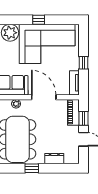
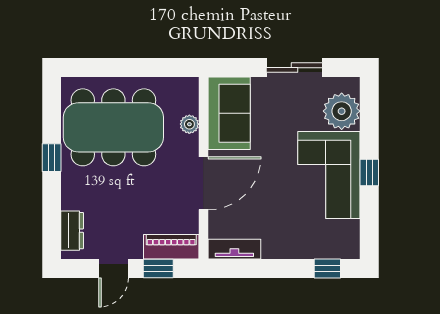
corner sofa: (47, 44) -> (329, 175), width x0.73, depth x0.74
window: (83, 63) -> (327, 268), moved
dresser: (54, 159) -> (72, 231), moved

